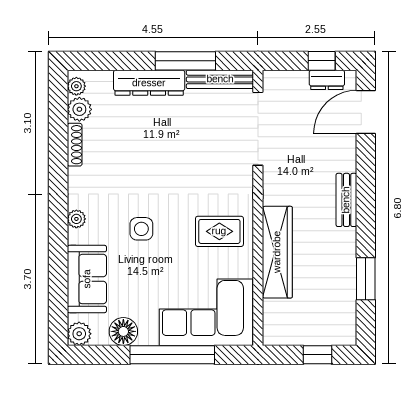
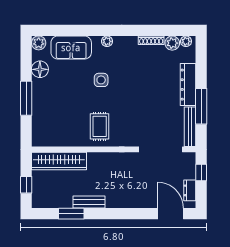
window: (322, 61) -> (201, 172), moved
bench: (346, 200) -> (89, 202), moved
wardrobe: (277, 252) -> (59, 161), moved
corner sofa: (206, 312) -> (51, 118), removed
window: (172, 355) -> (26, 98), width x0.68

